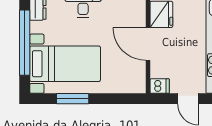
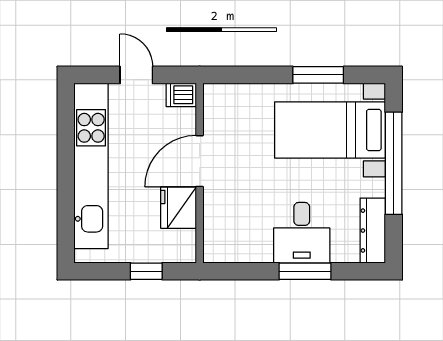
door: (148, 44) -> (200, 161), swing flipped

